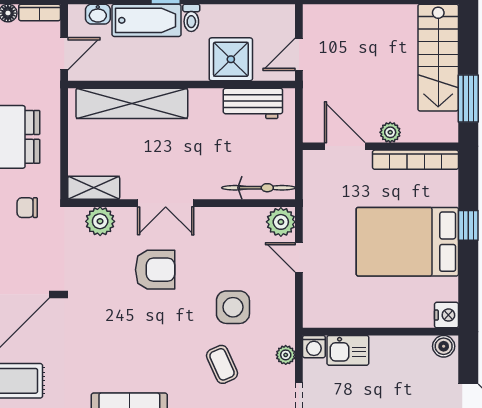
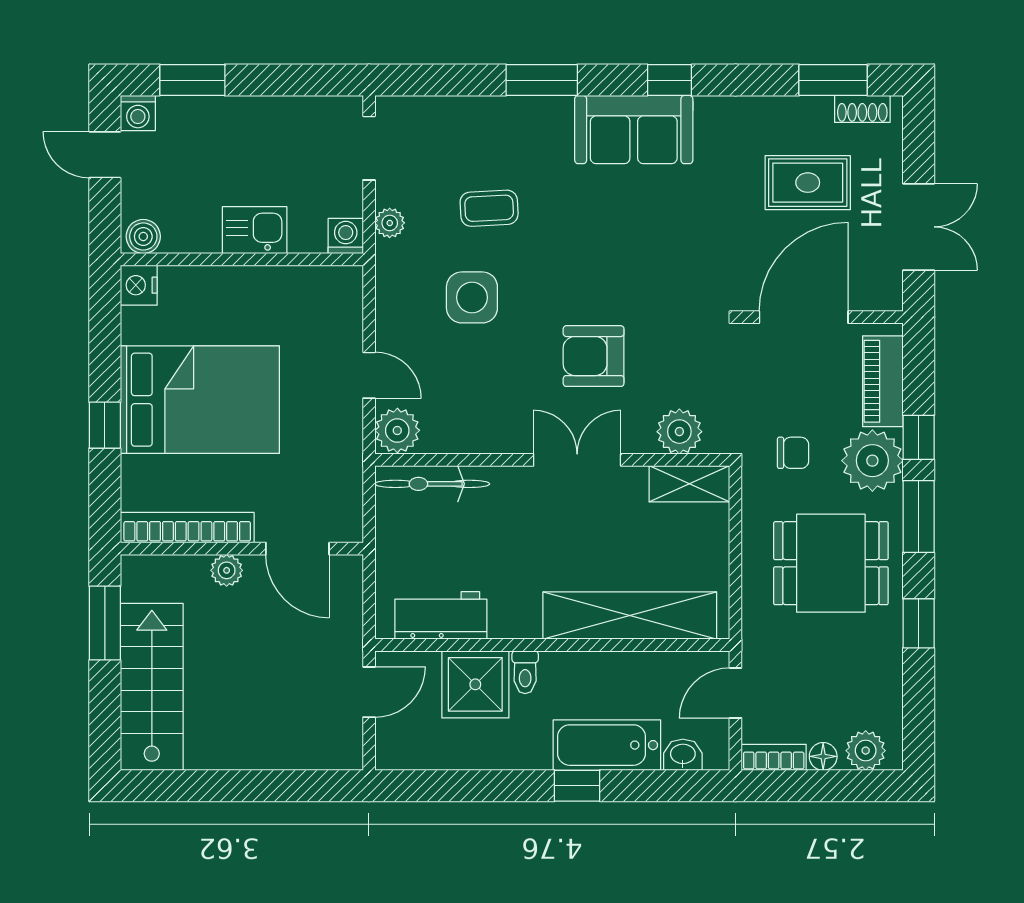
toilet: (191, 18) -> (525, 672), moved, turned 180
kitchen sink: (348, 350) -> (255, 230), moved
coffee table: (222, 364) -> (489, 208), turned -69

